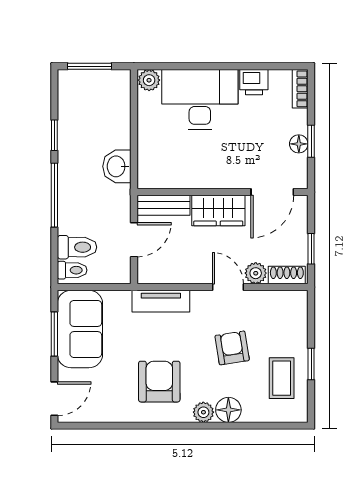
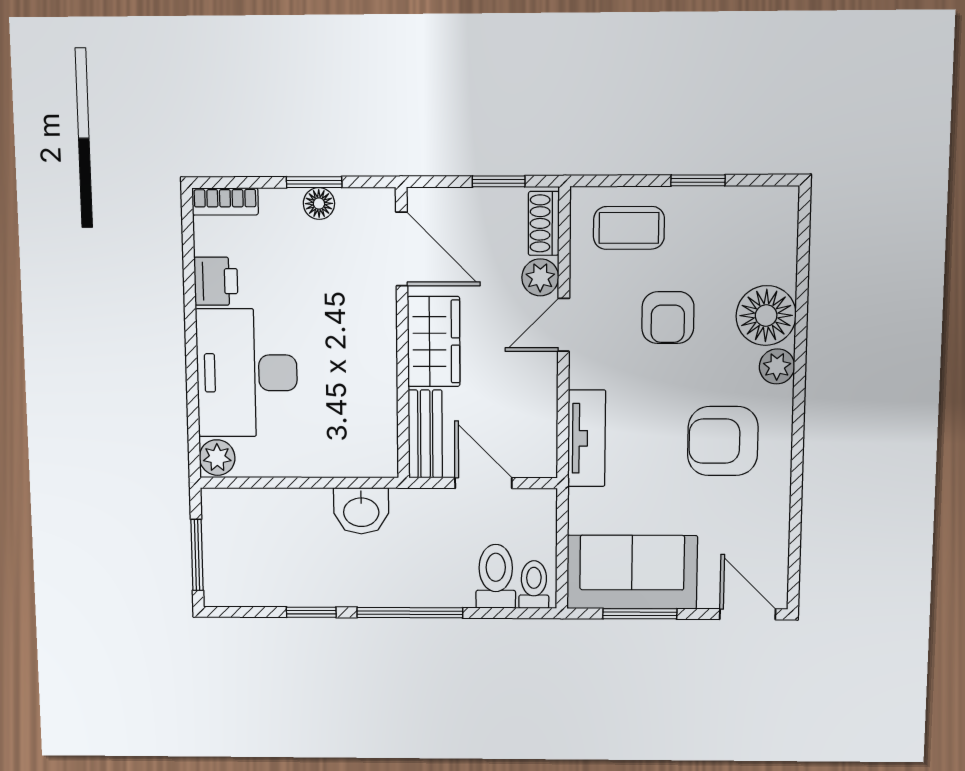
armchair: (232, 348) -> (668, 318), turned -81
coffee table: (282, 378) -> (629, 228), moved
floor lamp: (228, 410) -> (766, 316), width x1.38, depth x1.38

